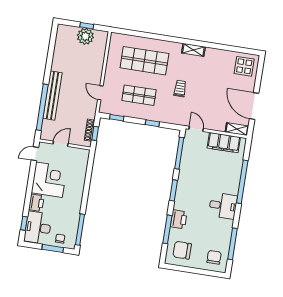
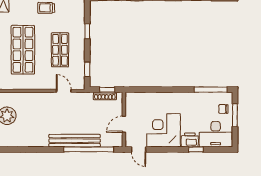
door: (100, 93) -> (64, 91), swing flipped
door: (61, 144) -> (124, 124), hinge flipped
window: (24, 223) -> (196, 149), moved

